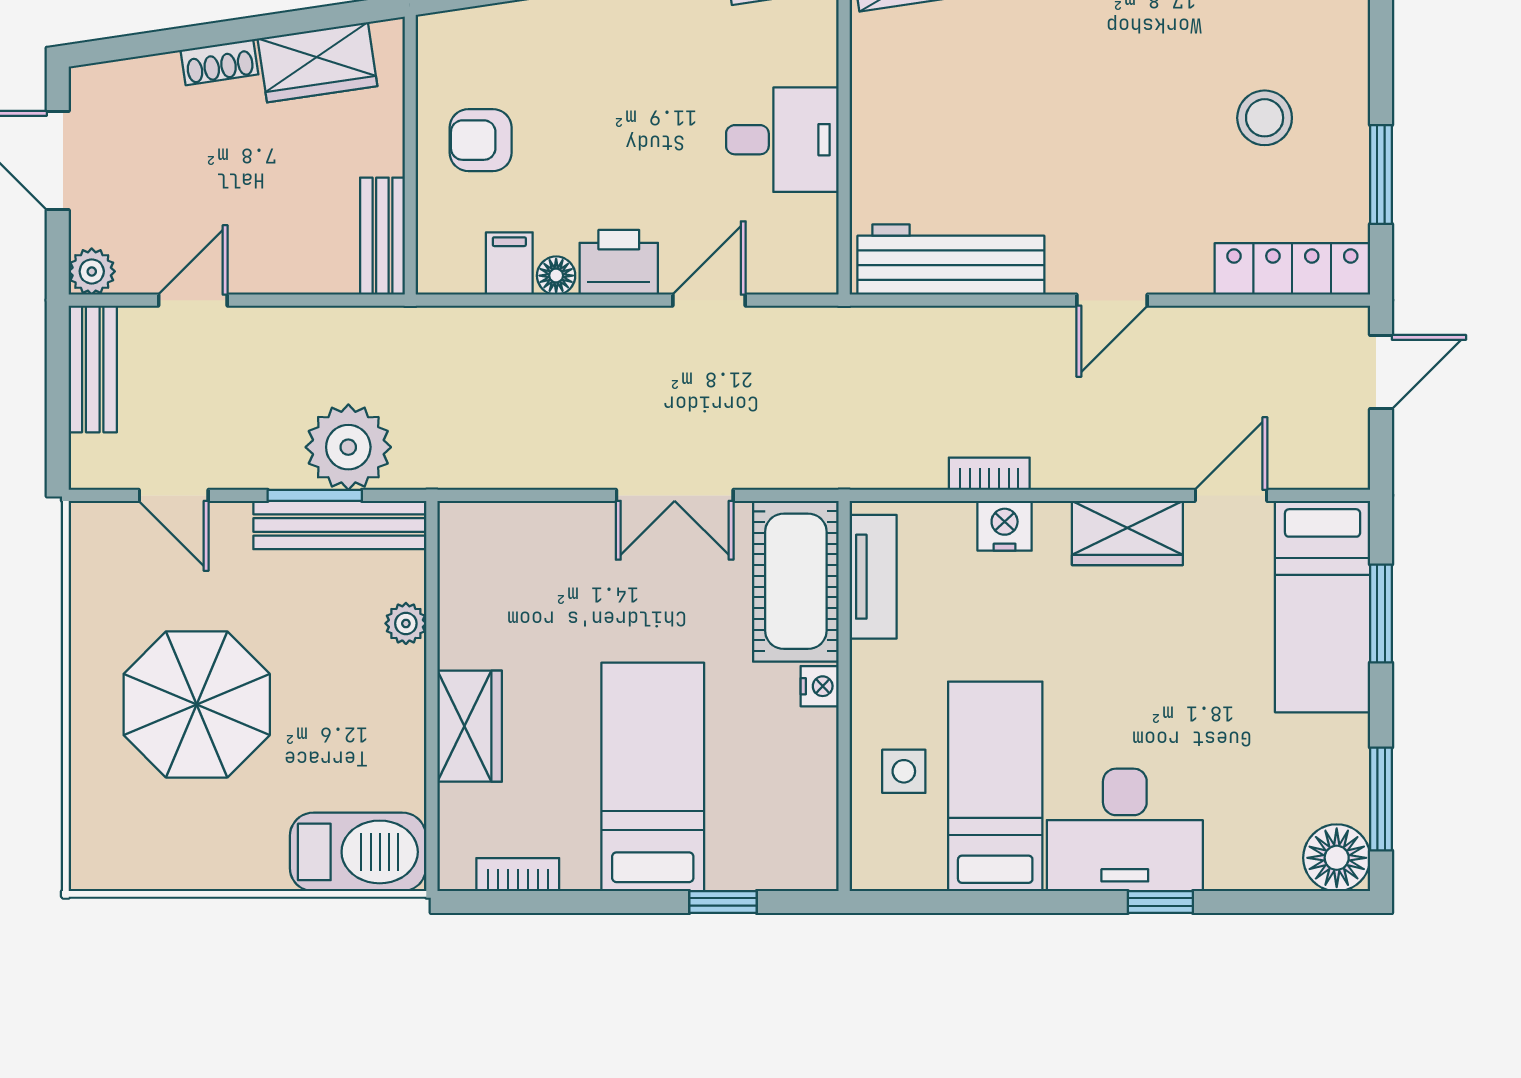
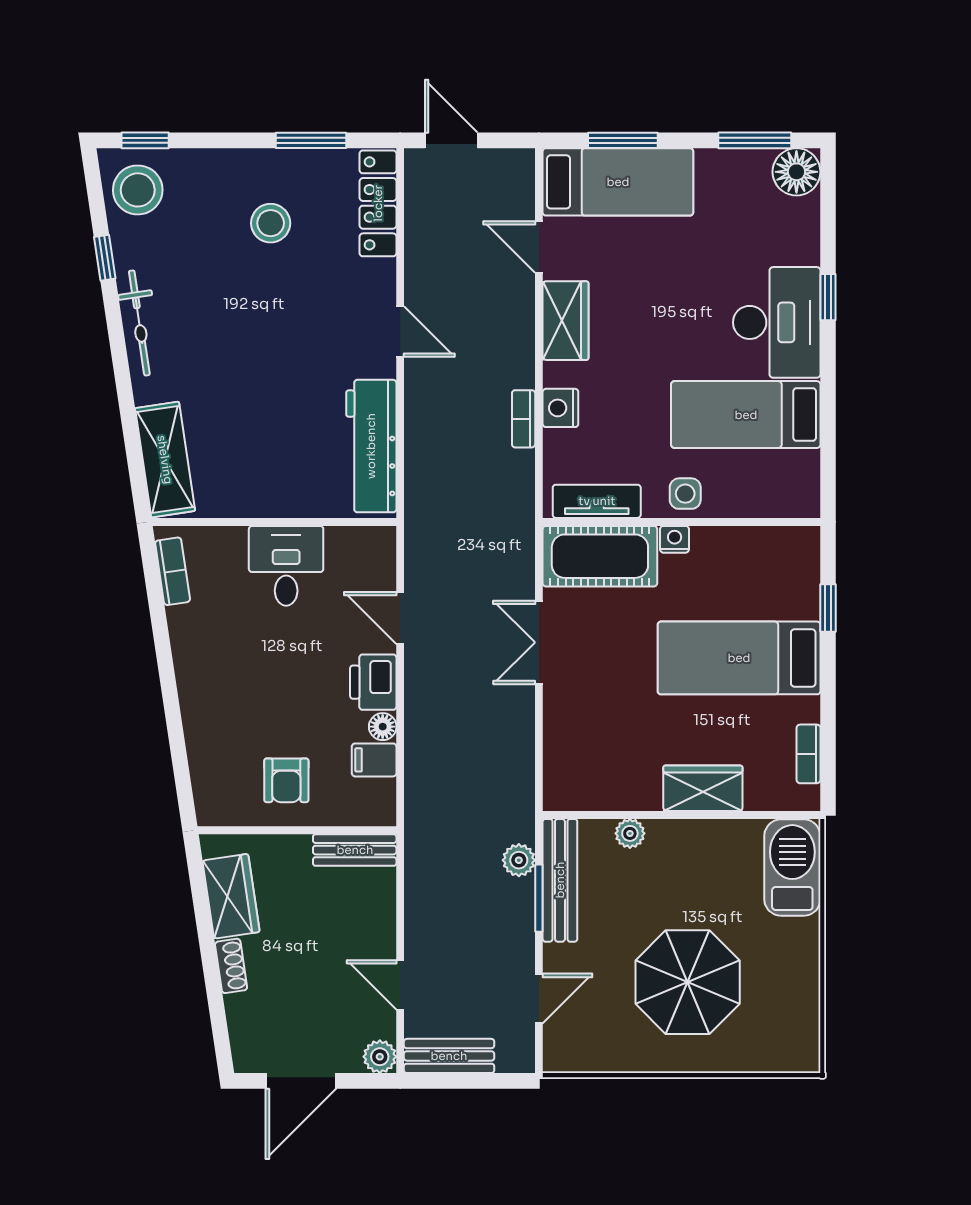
plant: (348, 447) -> (519, 860), width x0.53, depth x0.53
double door: (675, 495) -> (539, 642), swing flipped
side table: (904, 771) -> (685, 494), moved

